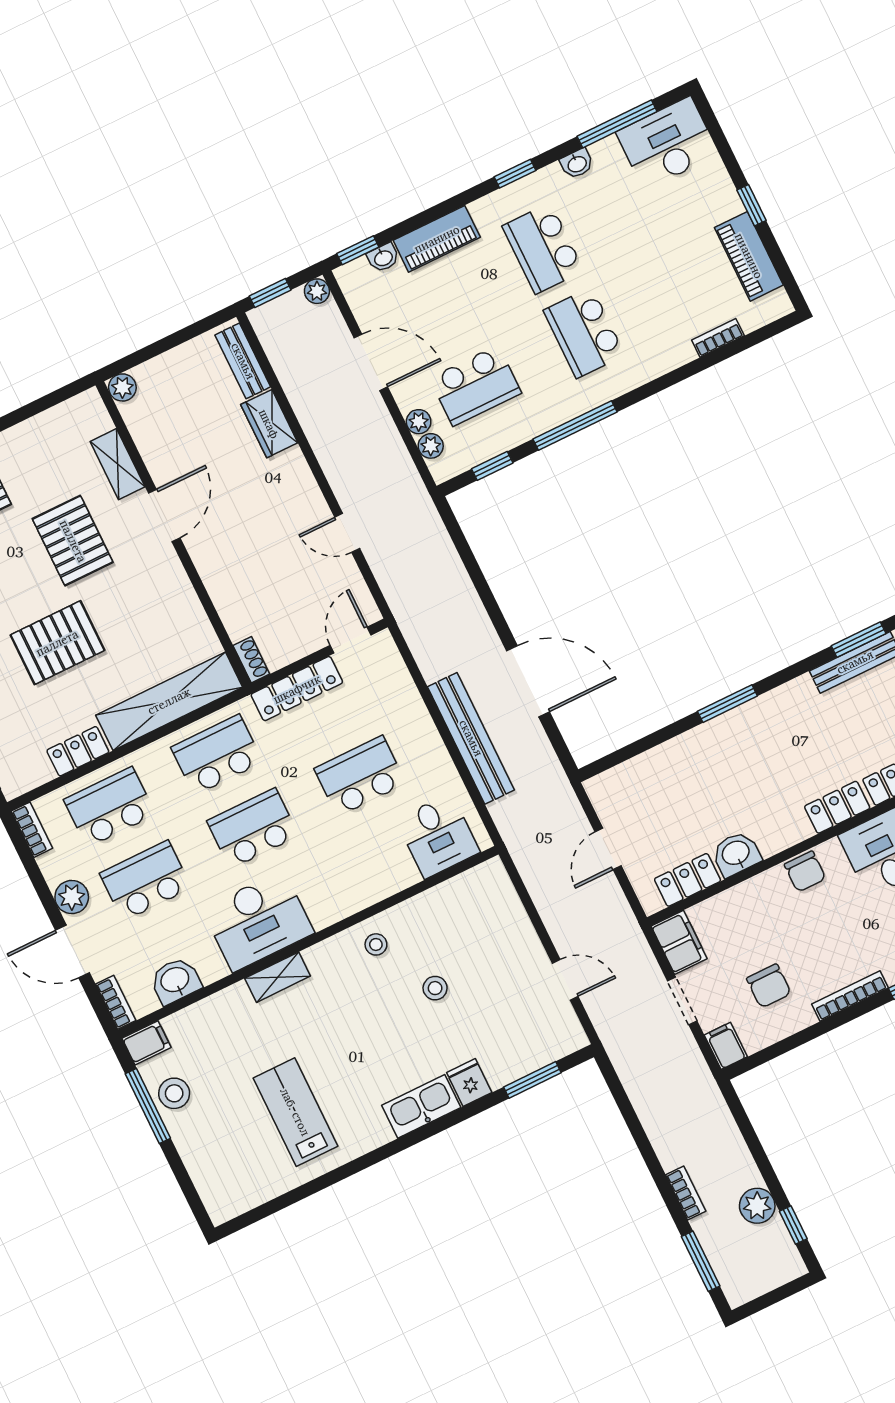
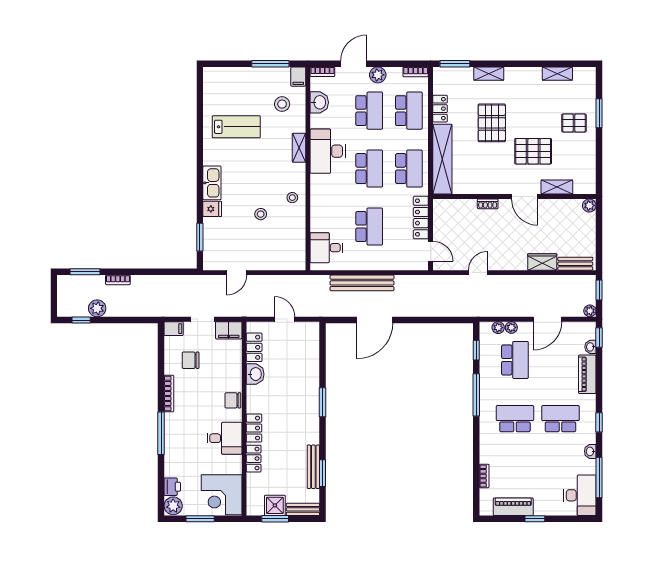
school desk: (475, 386) -> (515, 360), turned 180
shoe rack: (251, 660) -> (488, 204), moved
stool: (174, 1093) -> (282, 104), moved

